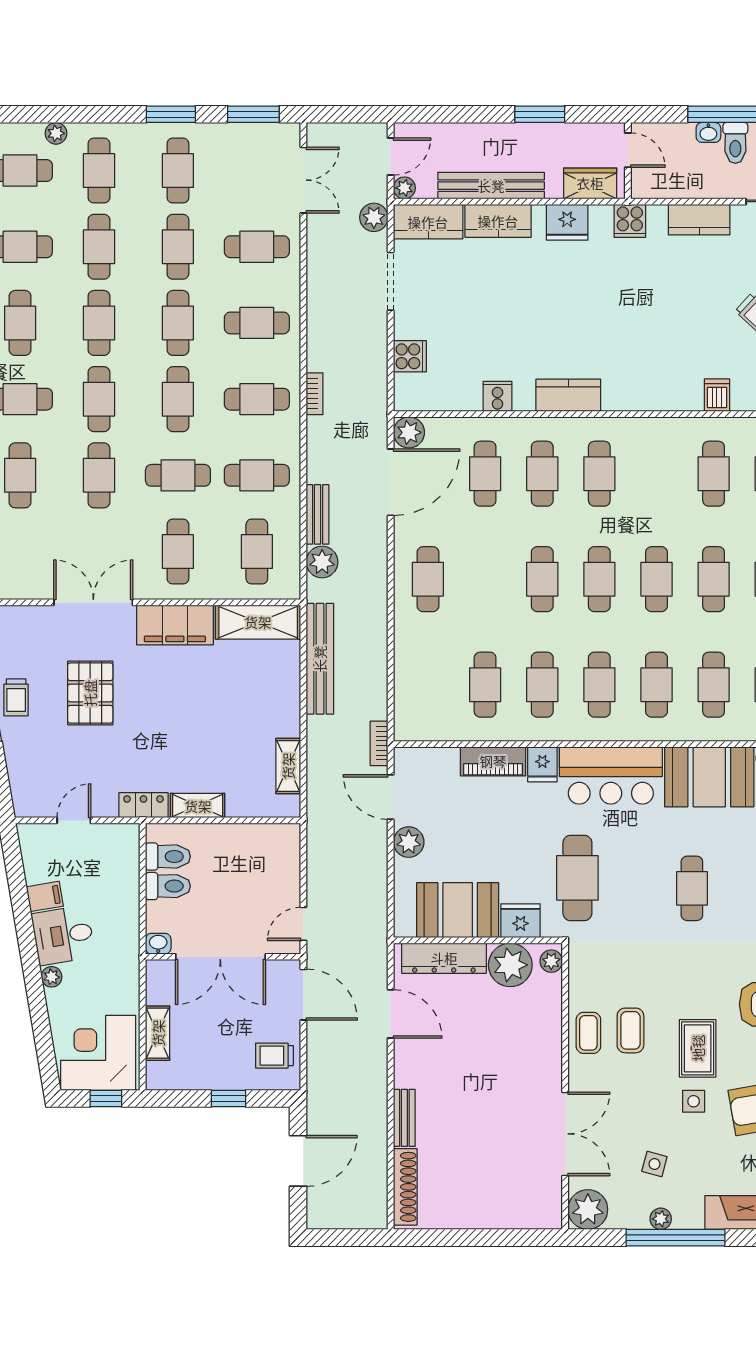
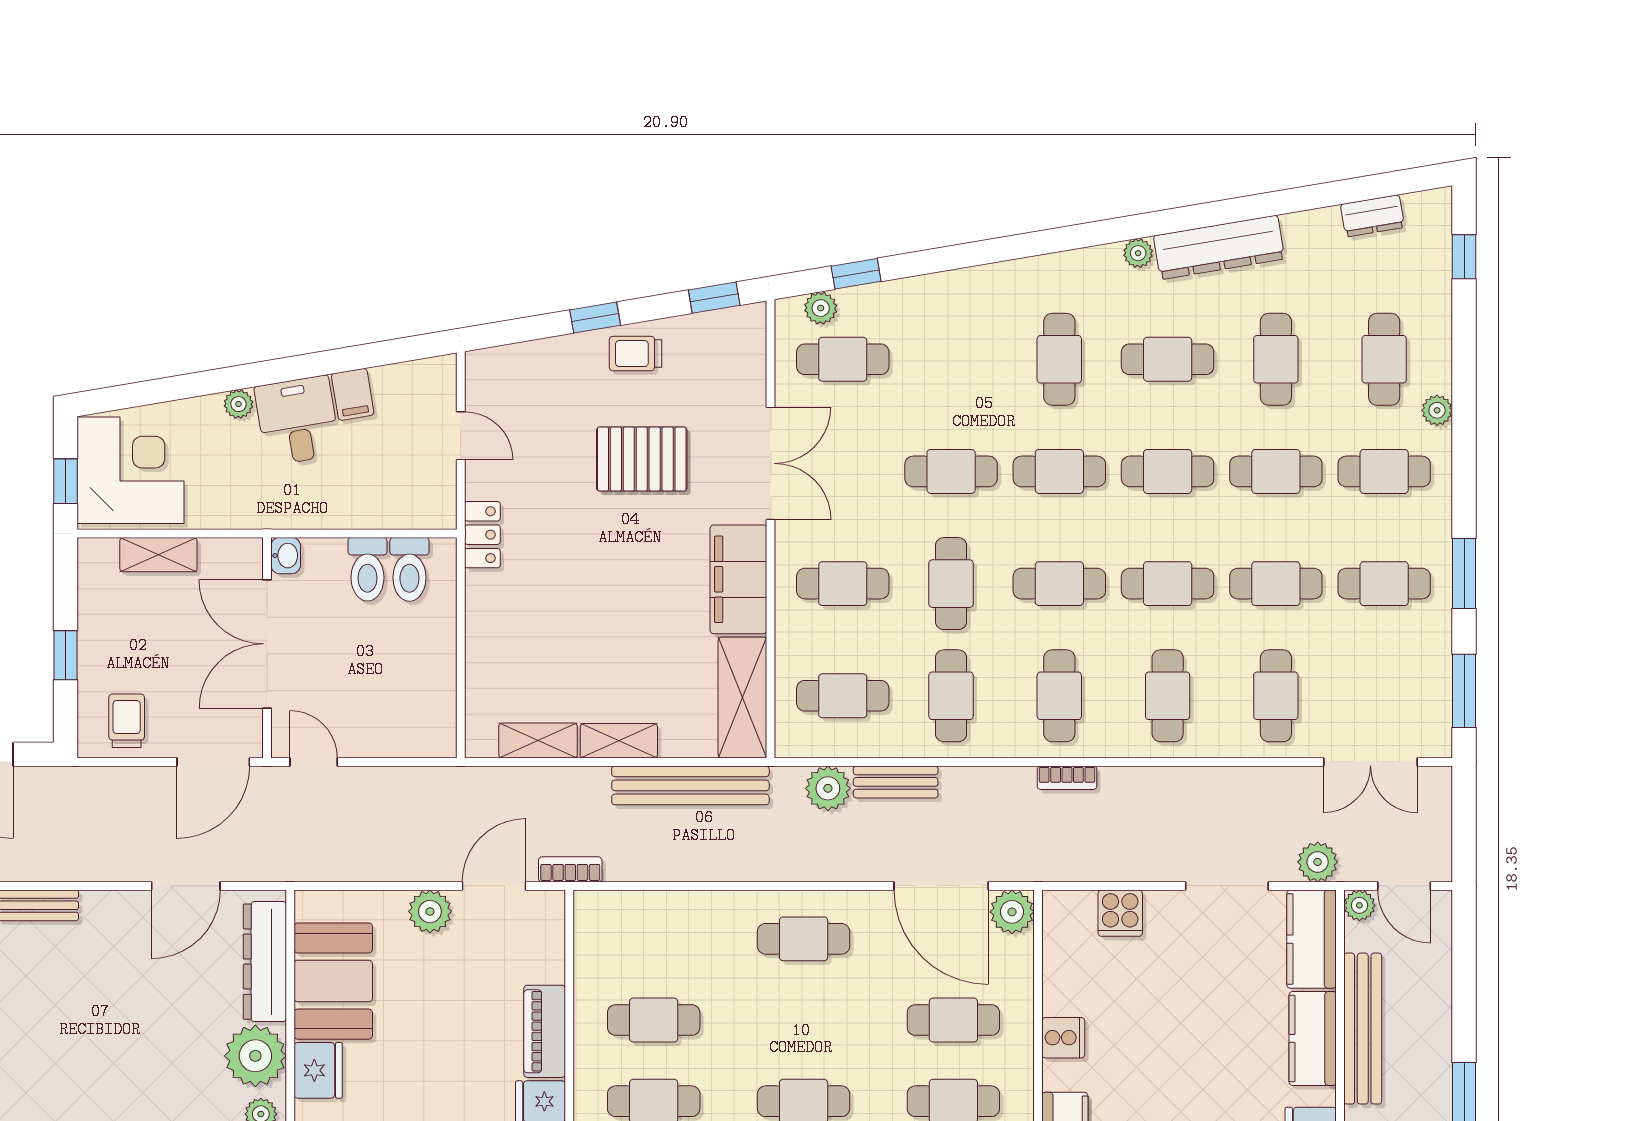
cafe table: (20, 475) -> (843, 359), moved
shelving: (198, 806) -> (619, 741), moved, turned 90

